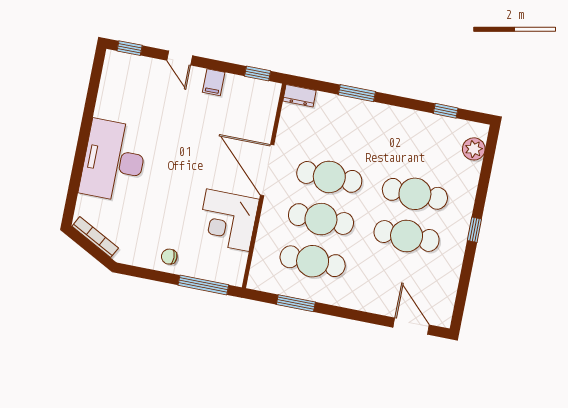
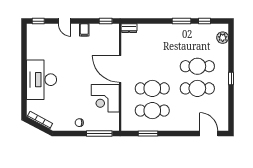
window: (357, 93) -> (182, 21), moved
cafe table: (329, 177) -> (152, 66), removed

